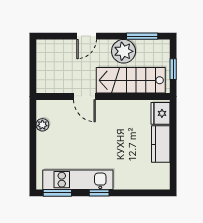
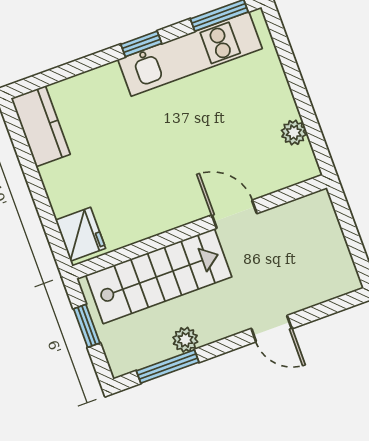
door: (87, 36) -> (272, 329), swing flipped
plant: (124, 51) -> (185, 340), width x0.53, depth x0.53
kitchen counter: (161, 144) -> (41, 126), moved

